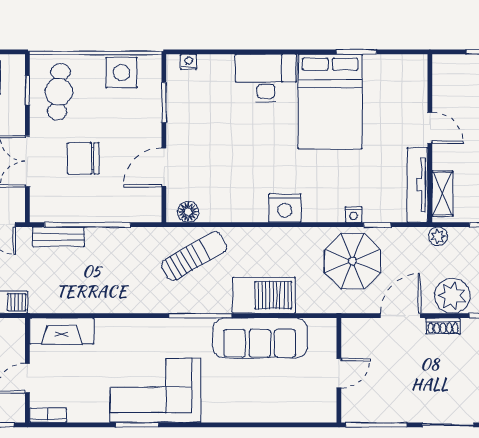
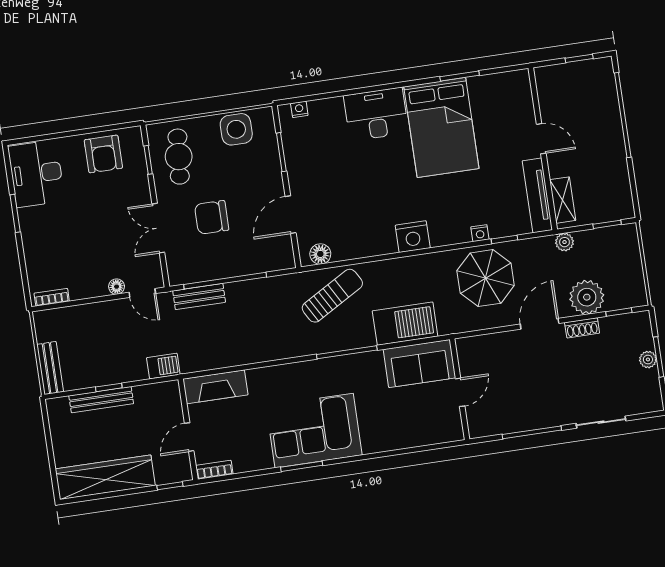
sofa: (260, 338) -> (419, 364), width x0.73
wall: (339, 370) -> (460, 389), moved
door: (339, 373) -> (460, 392), moved

